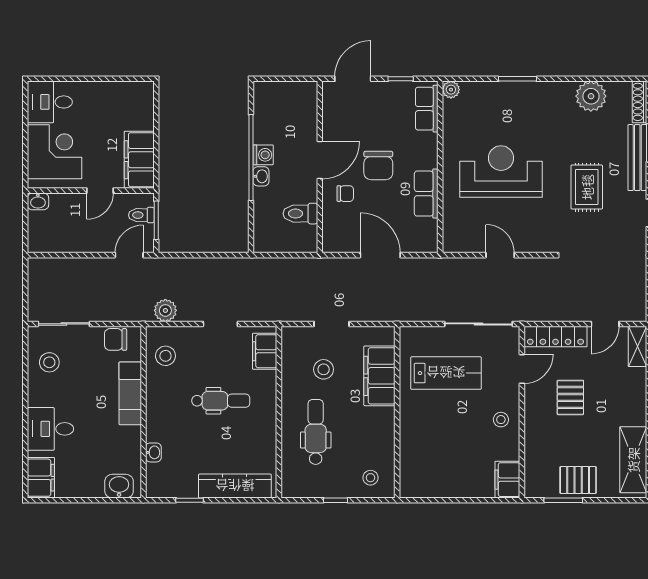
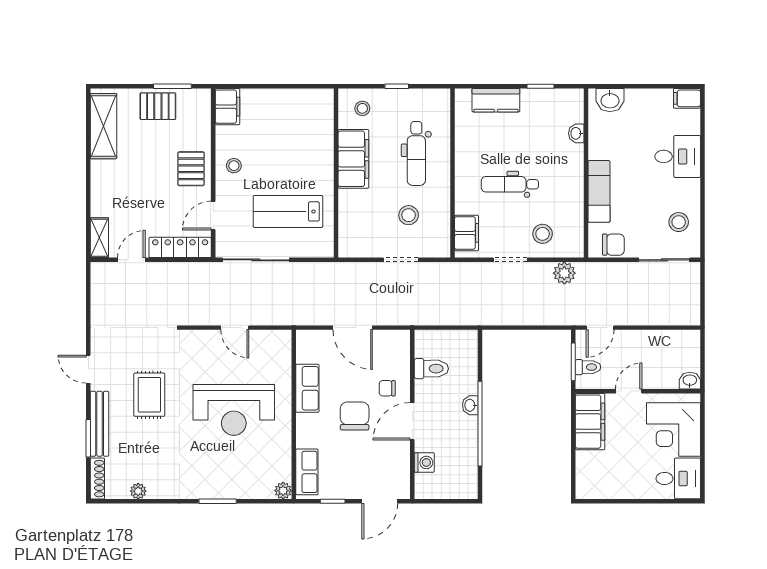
plant: (591, 96) -> (138, 491), width x0.53, depth x0.53
washing machine: (263, 155) -> (424, 462), moved, turned 180
stool: (165, 356) -> (543, 234), moved
filing cabinet: (379, 376) -> (353, 159), moved
pallet: (570, 397) -> (191, 169), moved
filing cabinet: (41, 478) -> (687, 98), width x0.50
kitchen counter: (235, 486) -> (496, 100), width x0.67

